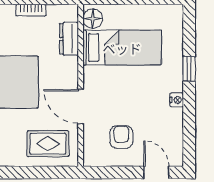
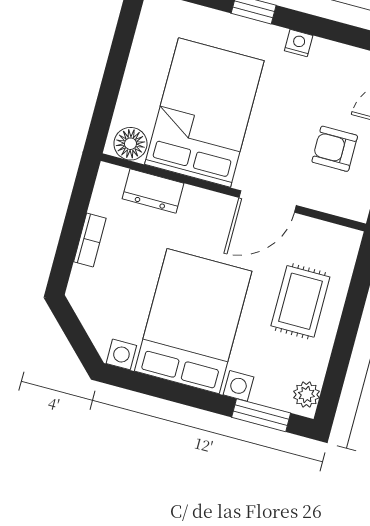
bed: (122, 48) -> (204, 113), width x1.50
rug: (48, 144) -> (300, 301), moved

